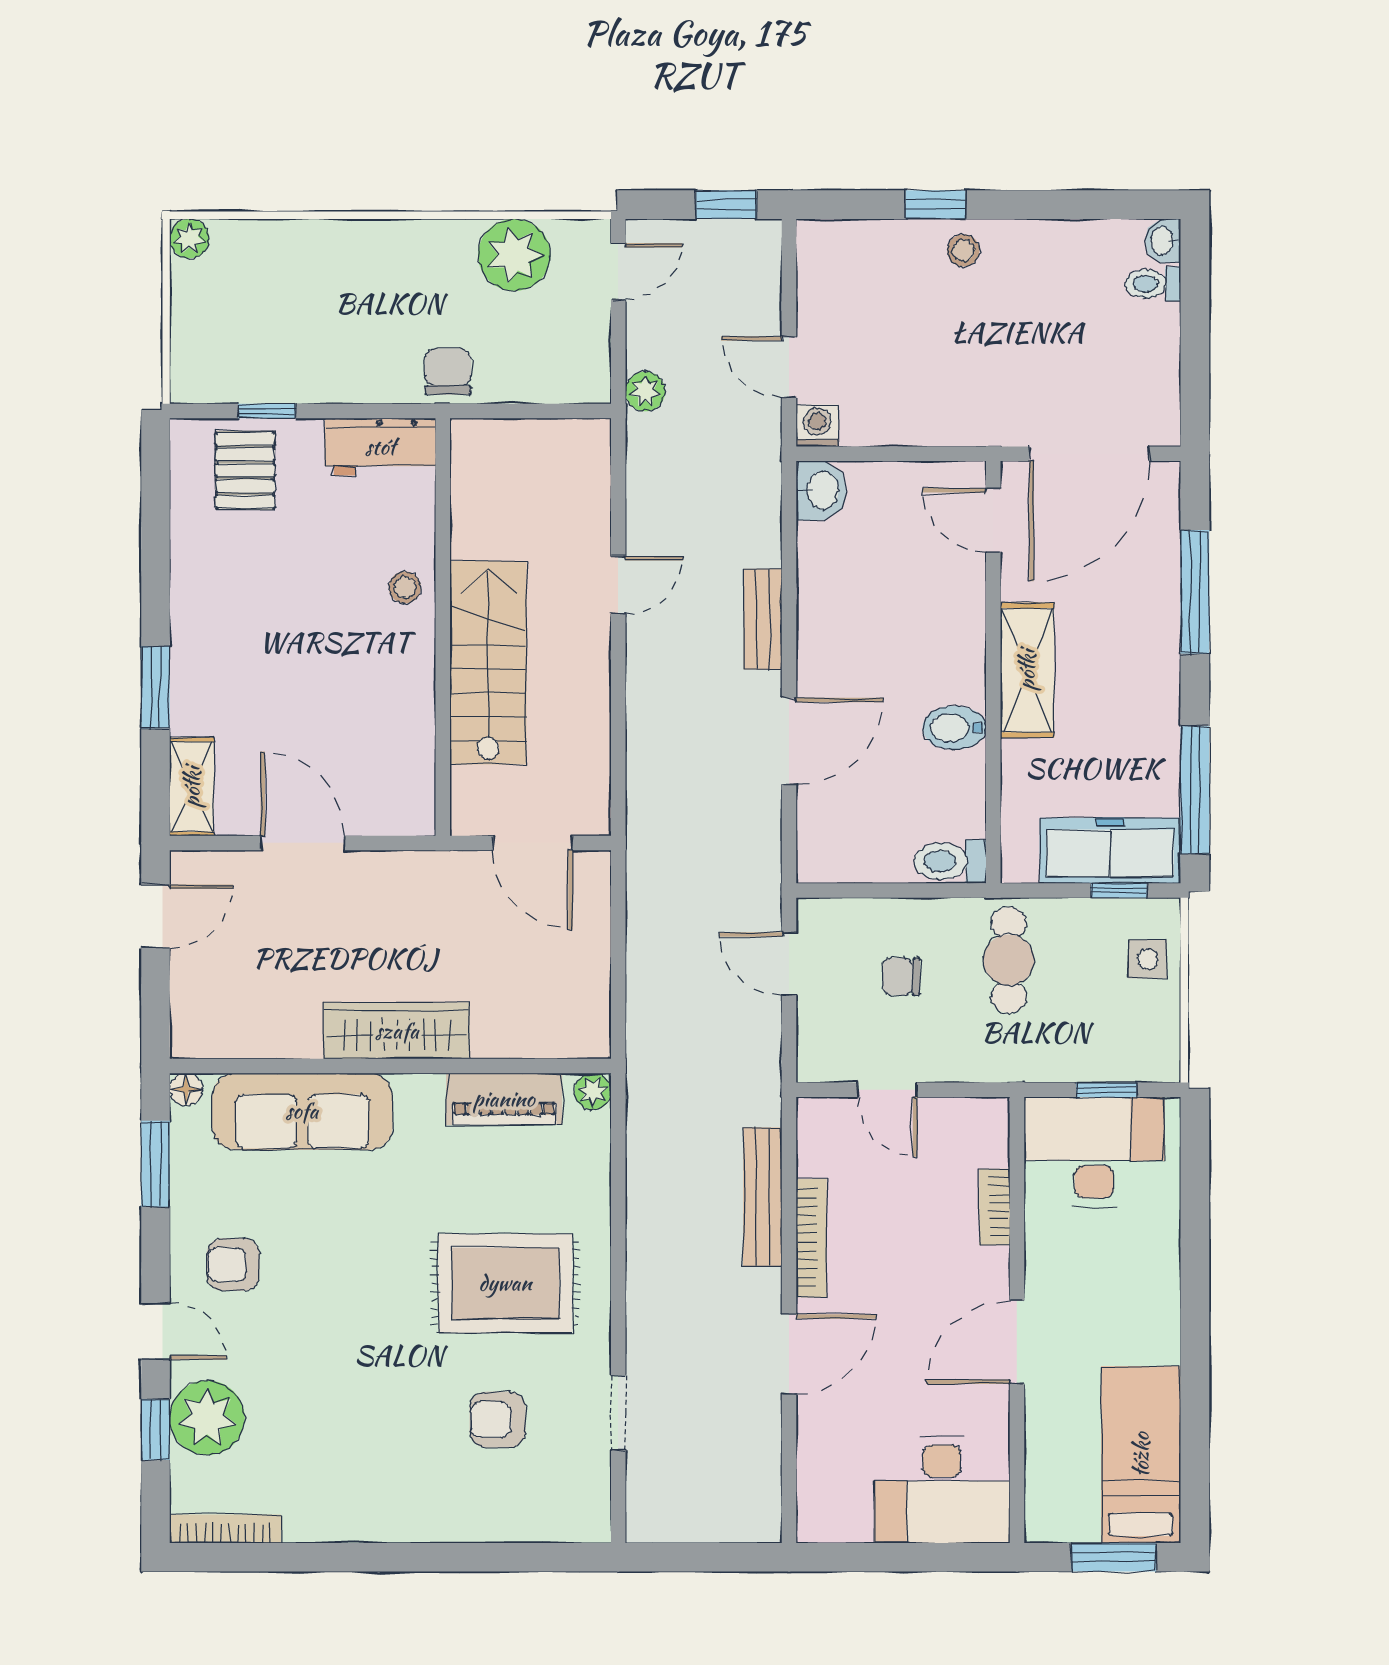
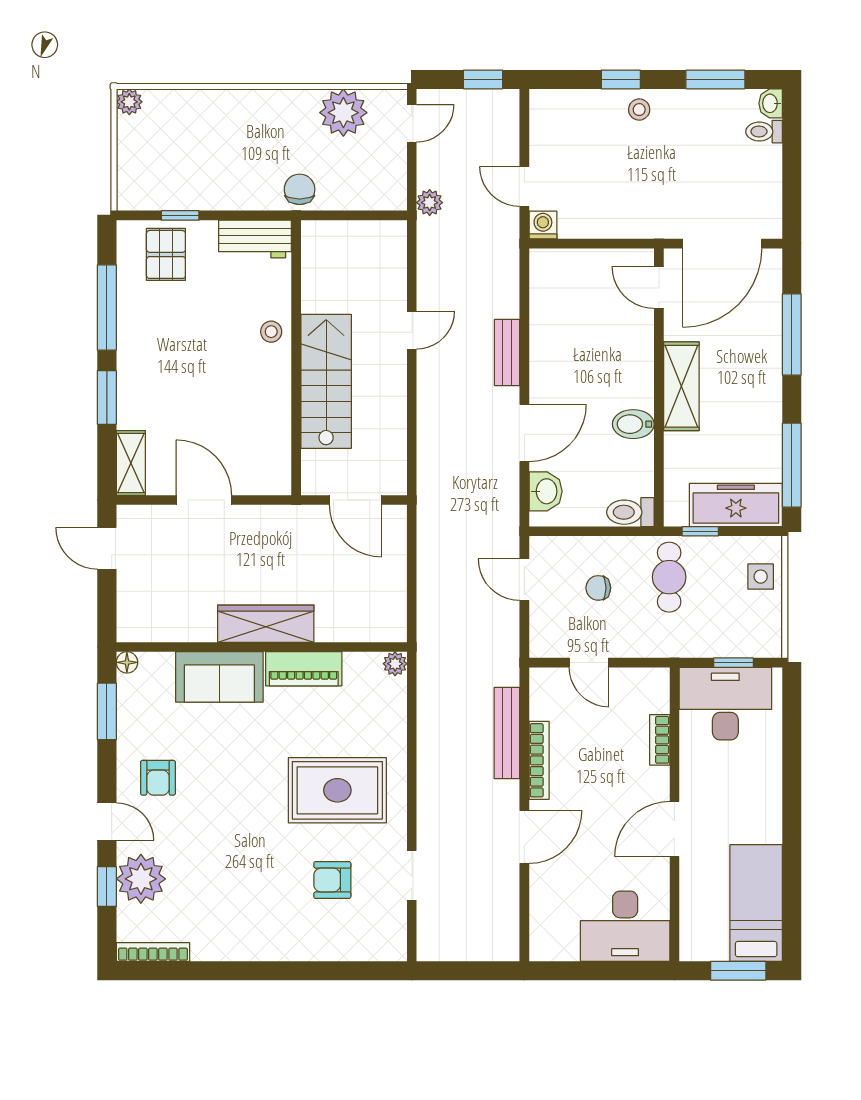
window: (1079, 205) -> (715, 79), added
washbasin: (821, 491) -> (546, 491), moved
window: (155, 551) -> (107, 307), added
window: (1119, 890) -> (700, 531), moved
door: (155, 916) -> (107, 548), swing flipped
piano: (504, 1099) -> (304, 669), moved
sofa: (302, 1111) -> (219, 677), width x0.73
armchair: (233, 1265) -> (158, 778), turned -90

